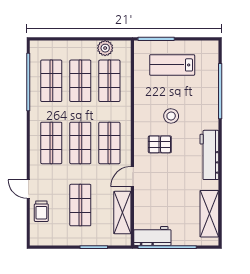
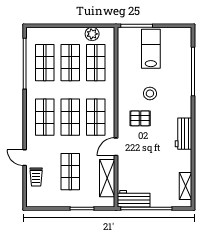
lab bench: (172, 65) -> (151, 49), turned 90
workbench: (209, 155) -> (184, 134), width x0.73
shelving: (209, 214) -> (186, 186), width x0.67, depth x0.75

